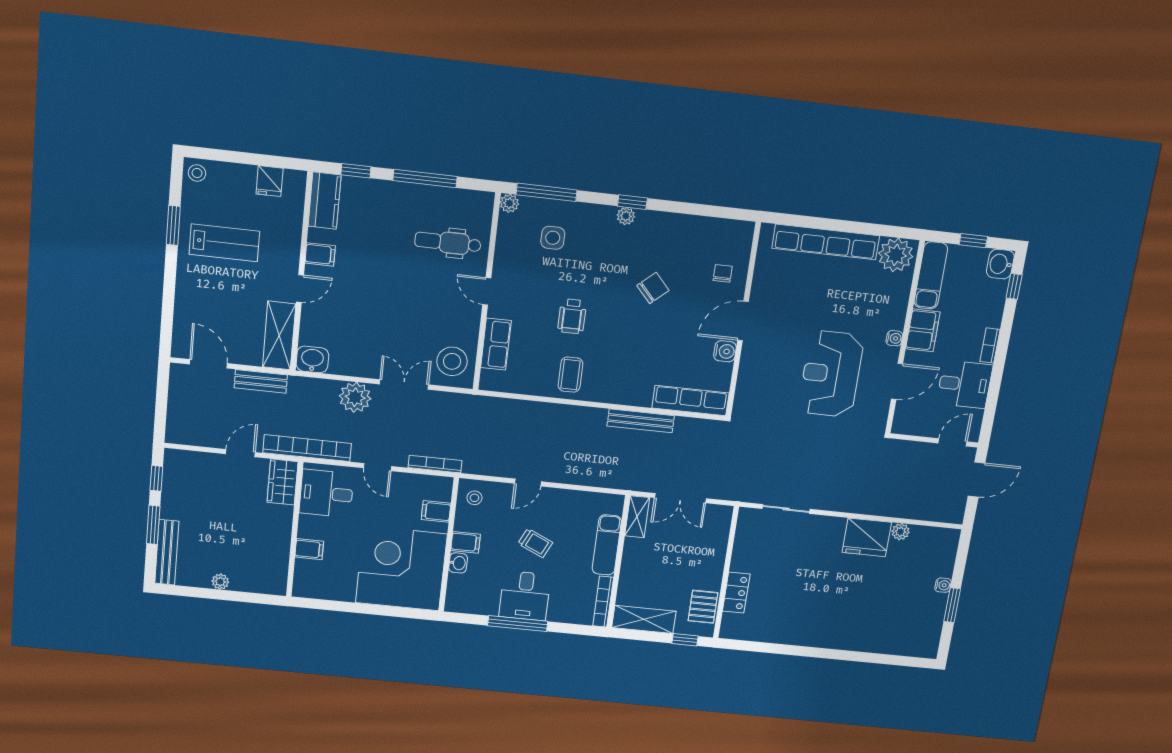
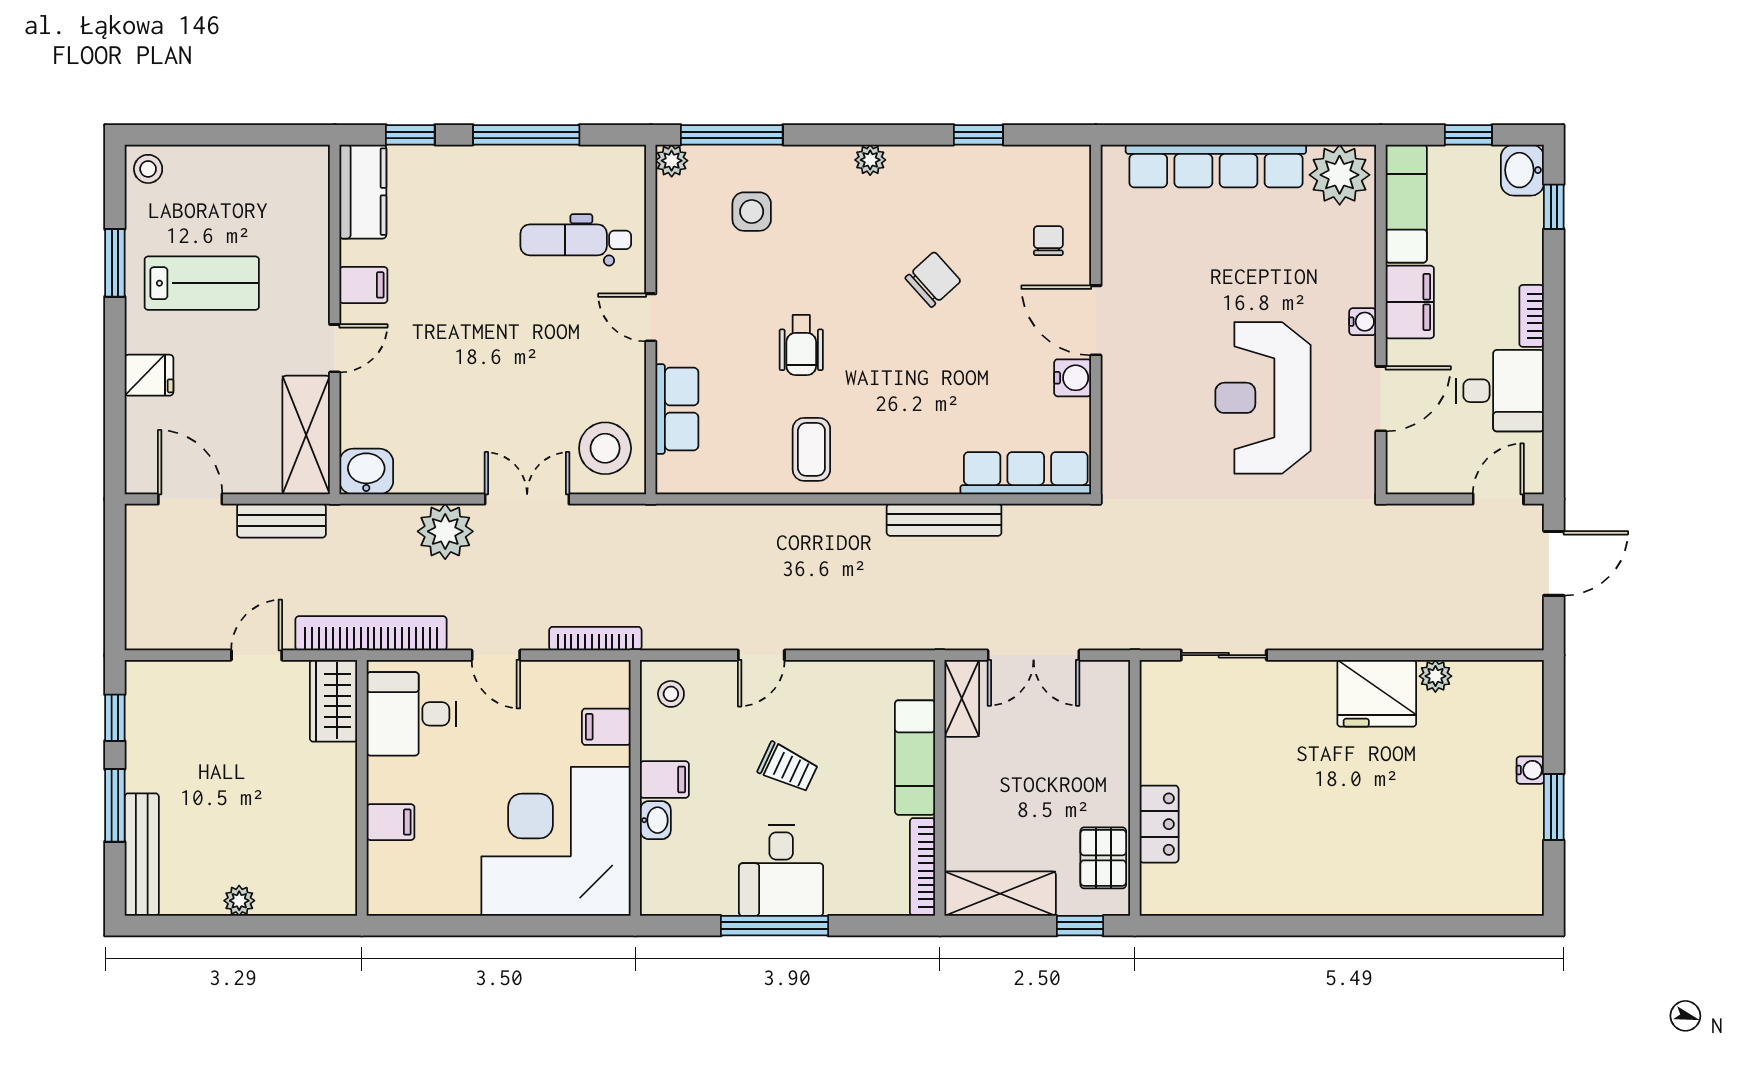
fridge: (270, 181) -> (149, 375), moved, turned -90
window: (632, 202) -> (978, 135), moved
door: (743, 321) -> (1096, 320), hinge flipped

